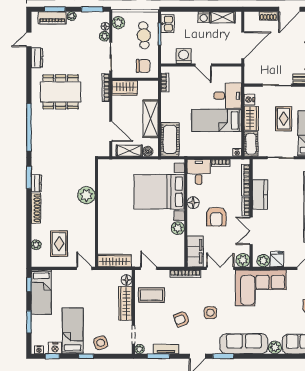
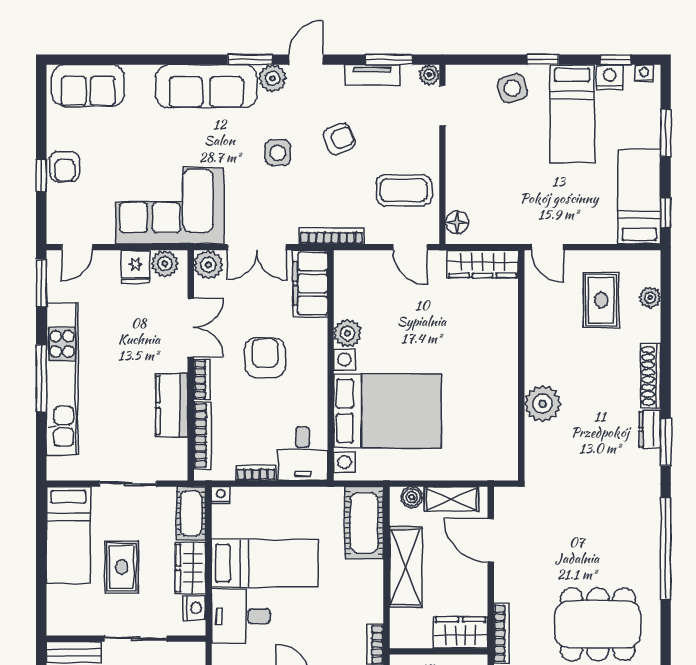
floor lamp: (193, 203) -> (315, 388), removed
wardrobe: (125, 303) -> (460, 173), removed
plant: (275, 347) -> (272, 78), moved

